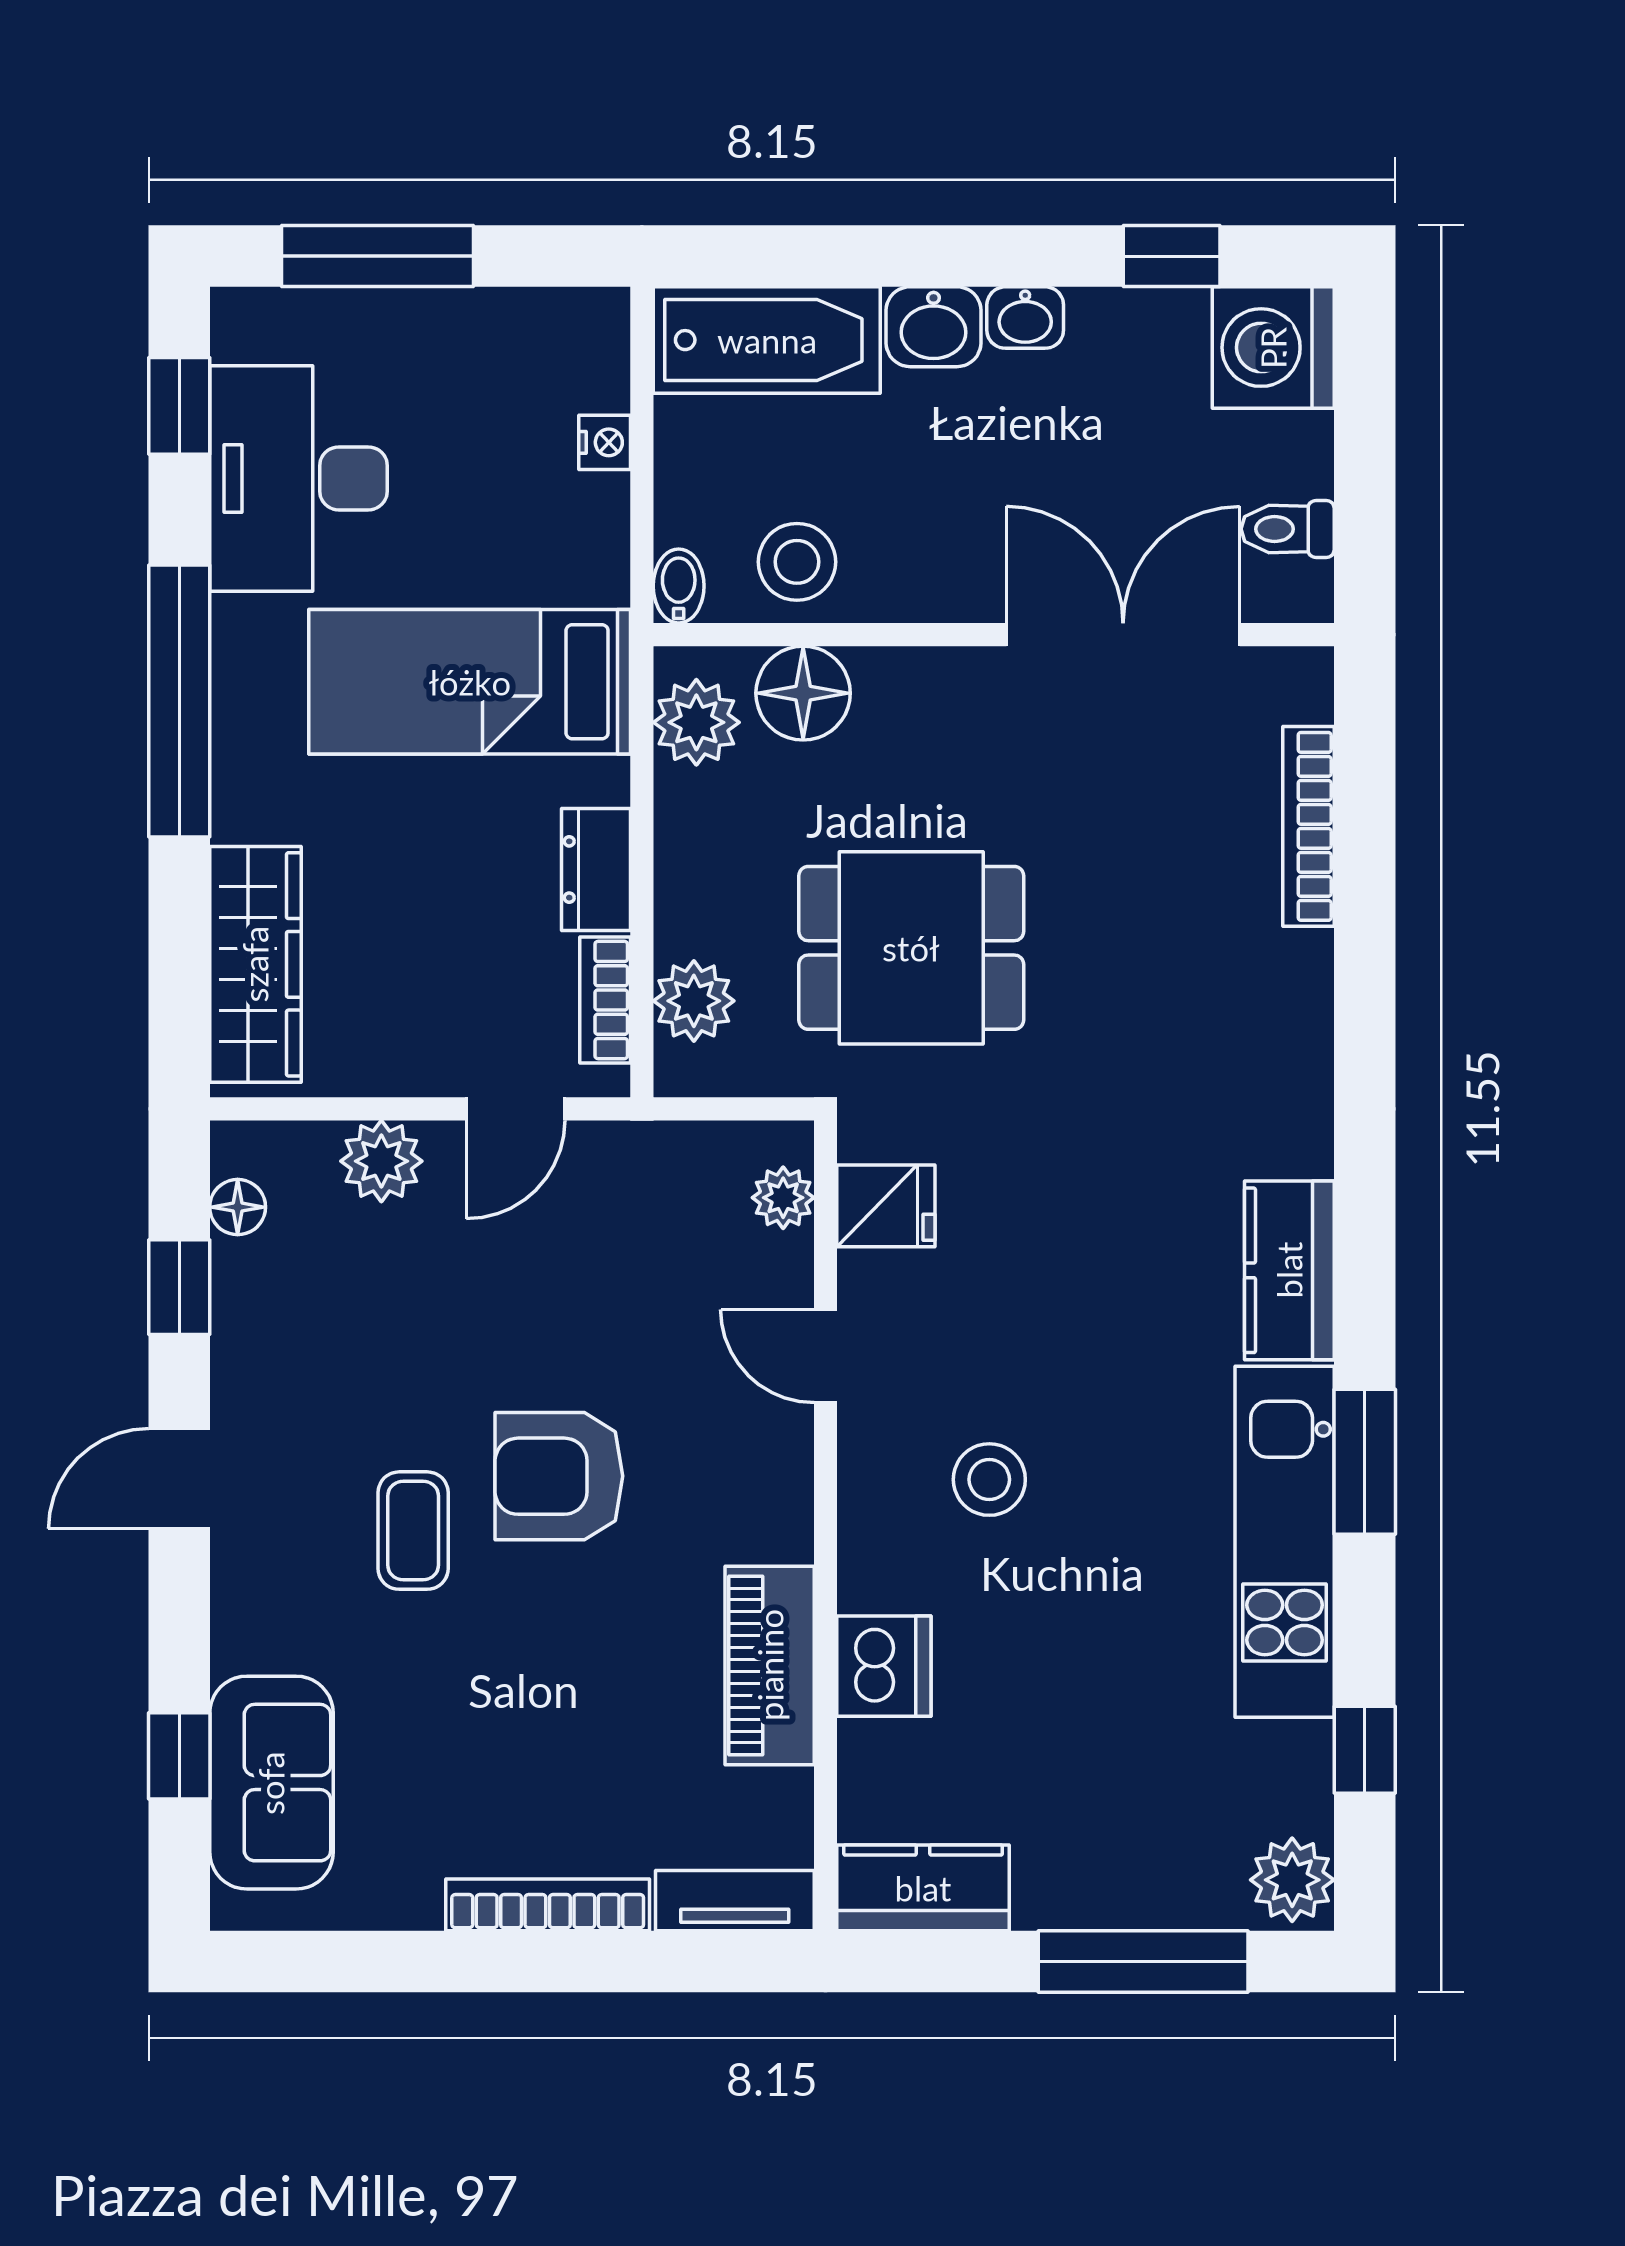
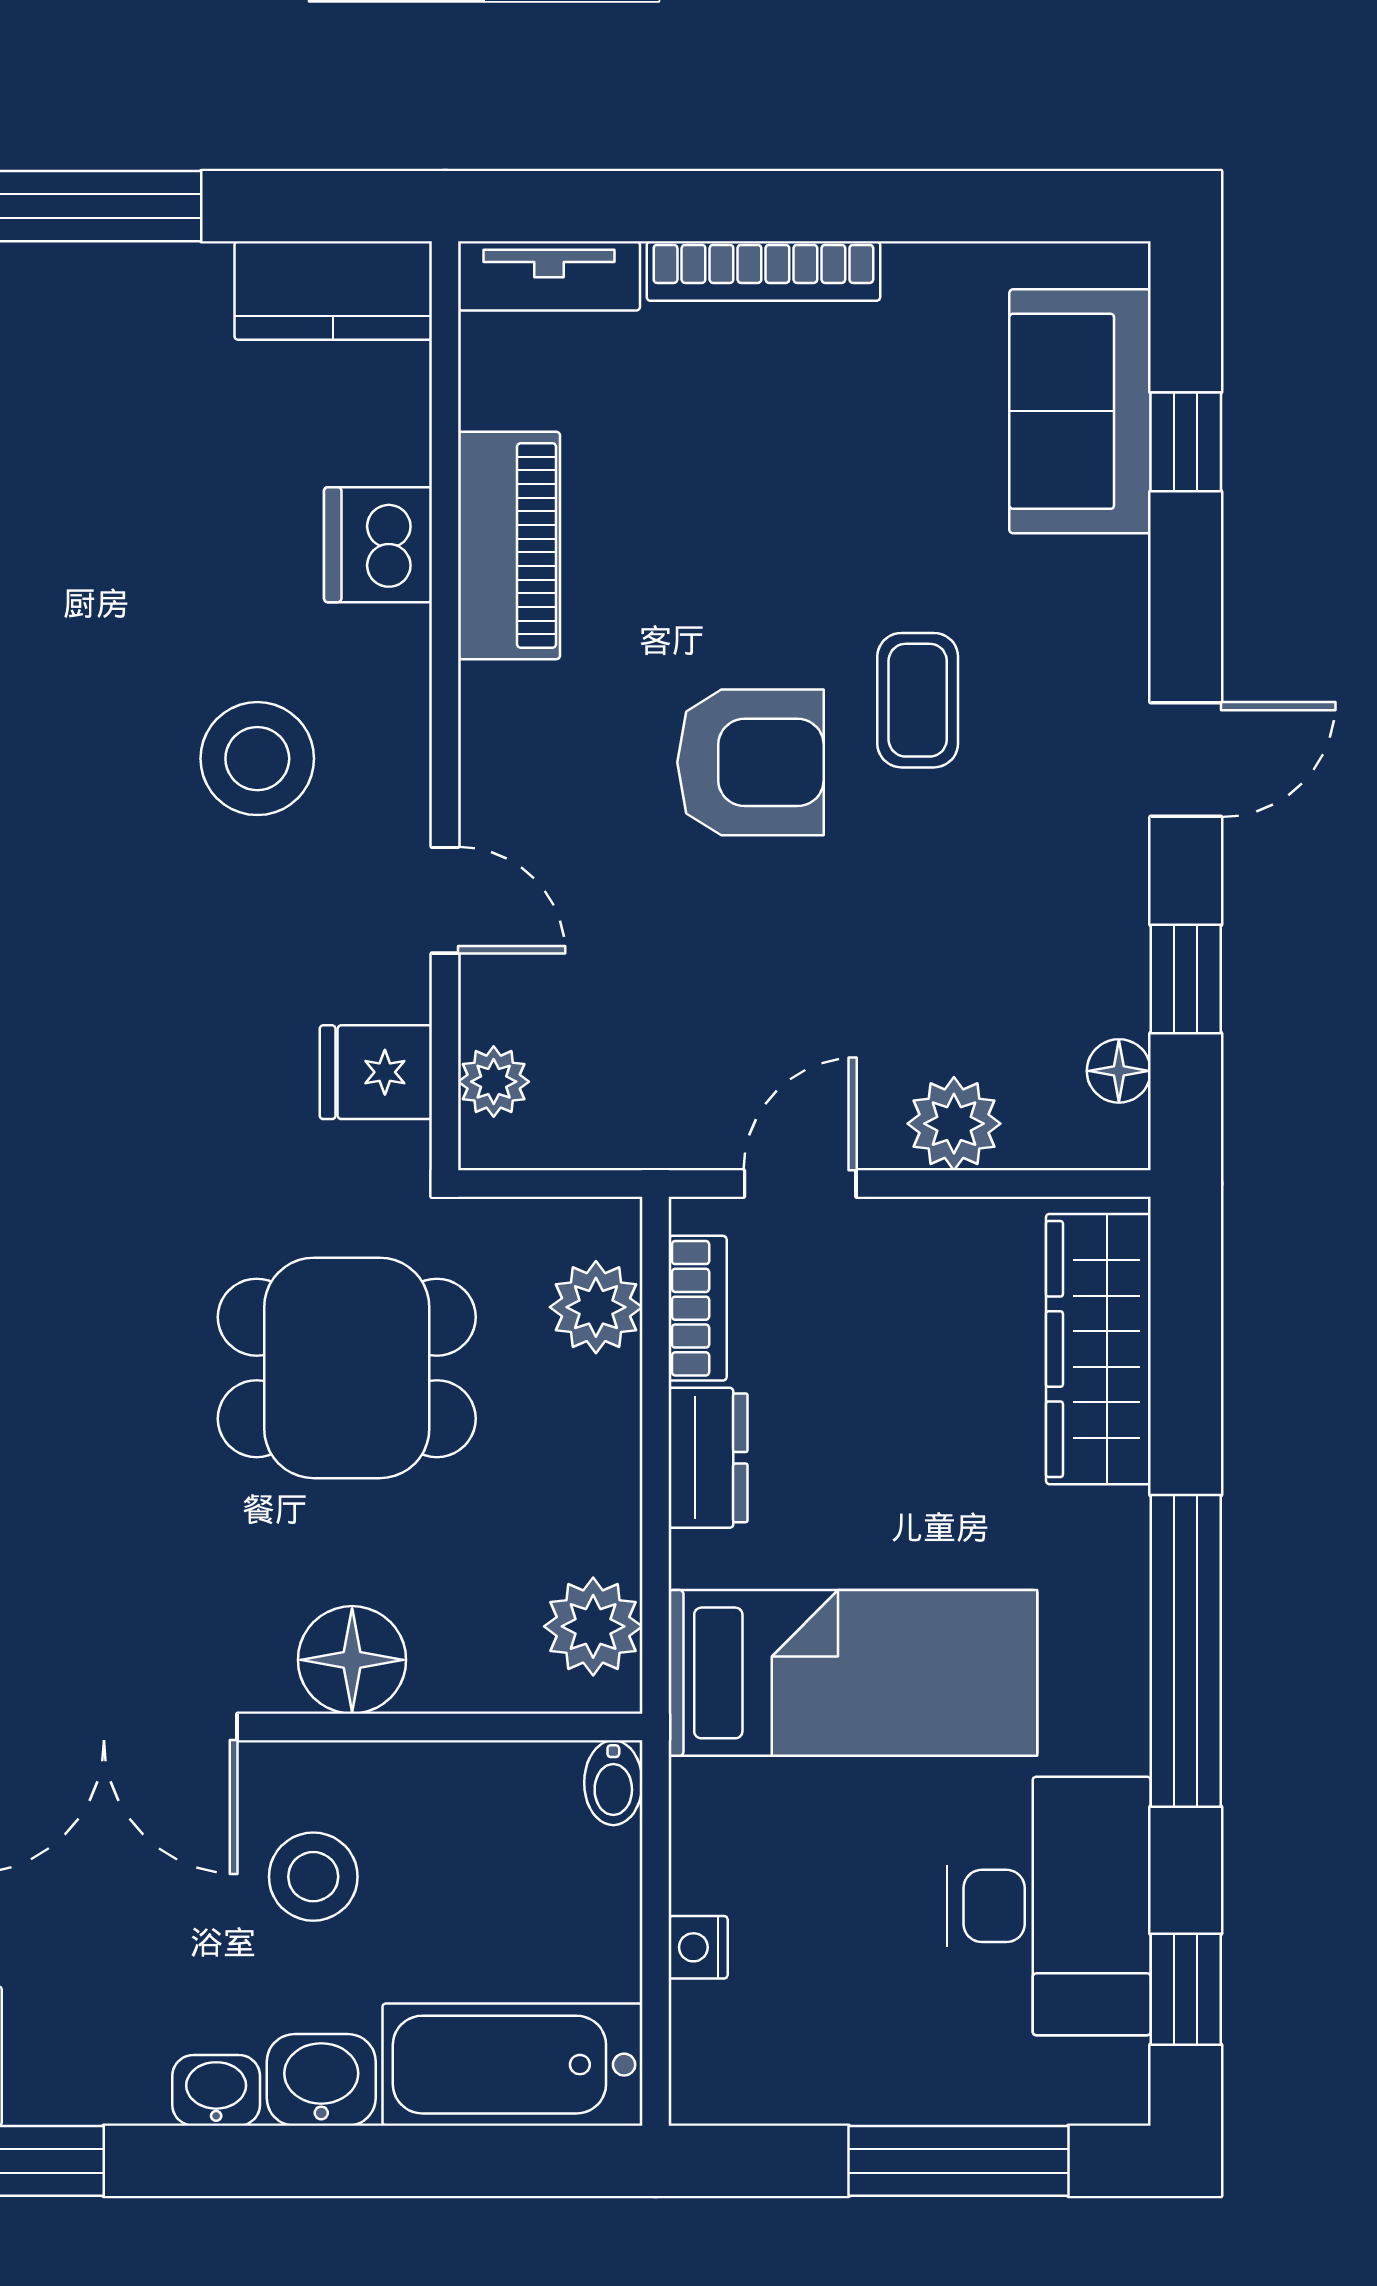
stool: (797, 562) -> (313, 1877), moved
floor lamp: (803, 693) -> (352, 1660), moved
stool: (989, 1480) -> (257, 759), width x1.38, depth x1.38

